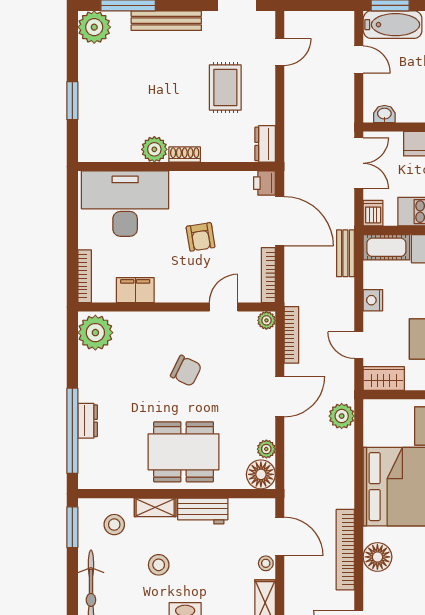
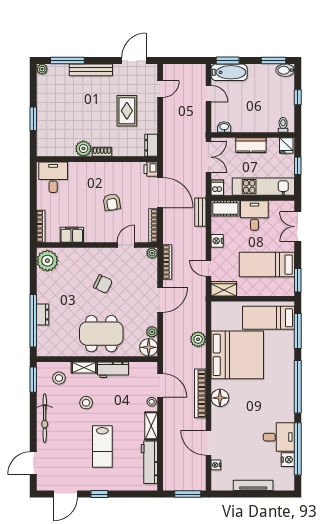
plant: (94, 27) -> (42, 69), width x0.53, depth x0.53
desk: (125, 204) -> (53, 177), width x0.53, depth x0.77
plant: (342, 416) -> (198, 339), moved

